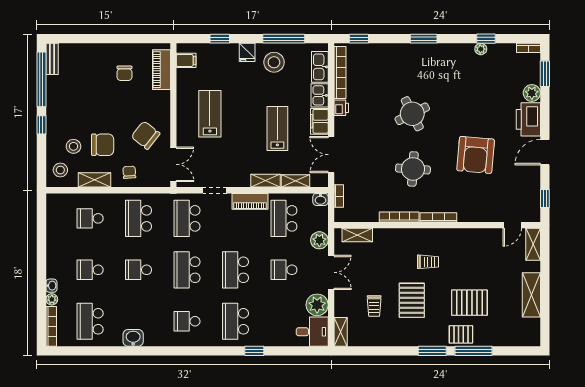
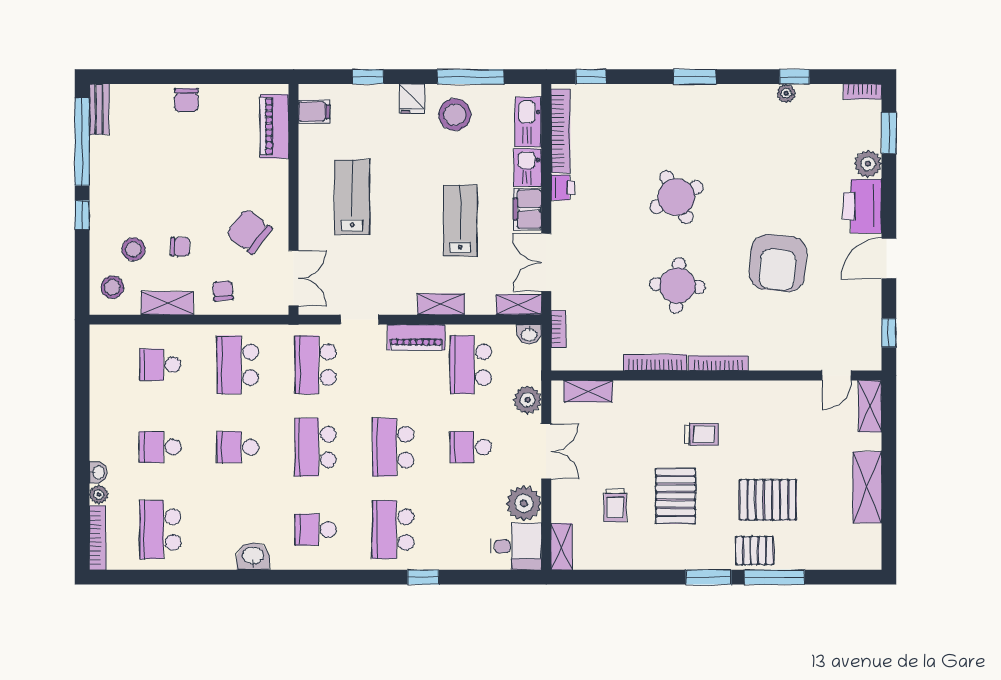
chair: (124, 73) -> (186, 100), moved
chair: (103, 145) -> (180, 247), width x0.54, depth x0.54
shelving: (295, 181) -> (519, 305), moved
washbasin: (133, 338) -> (253, 556), moved

